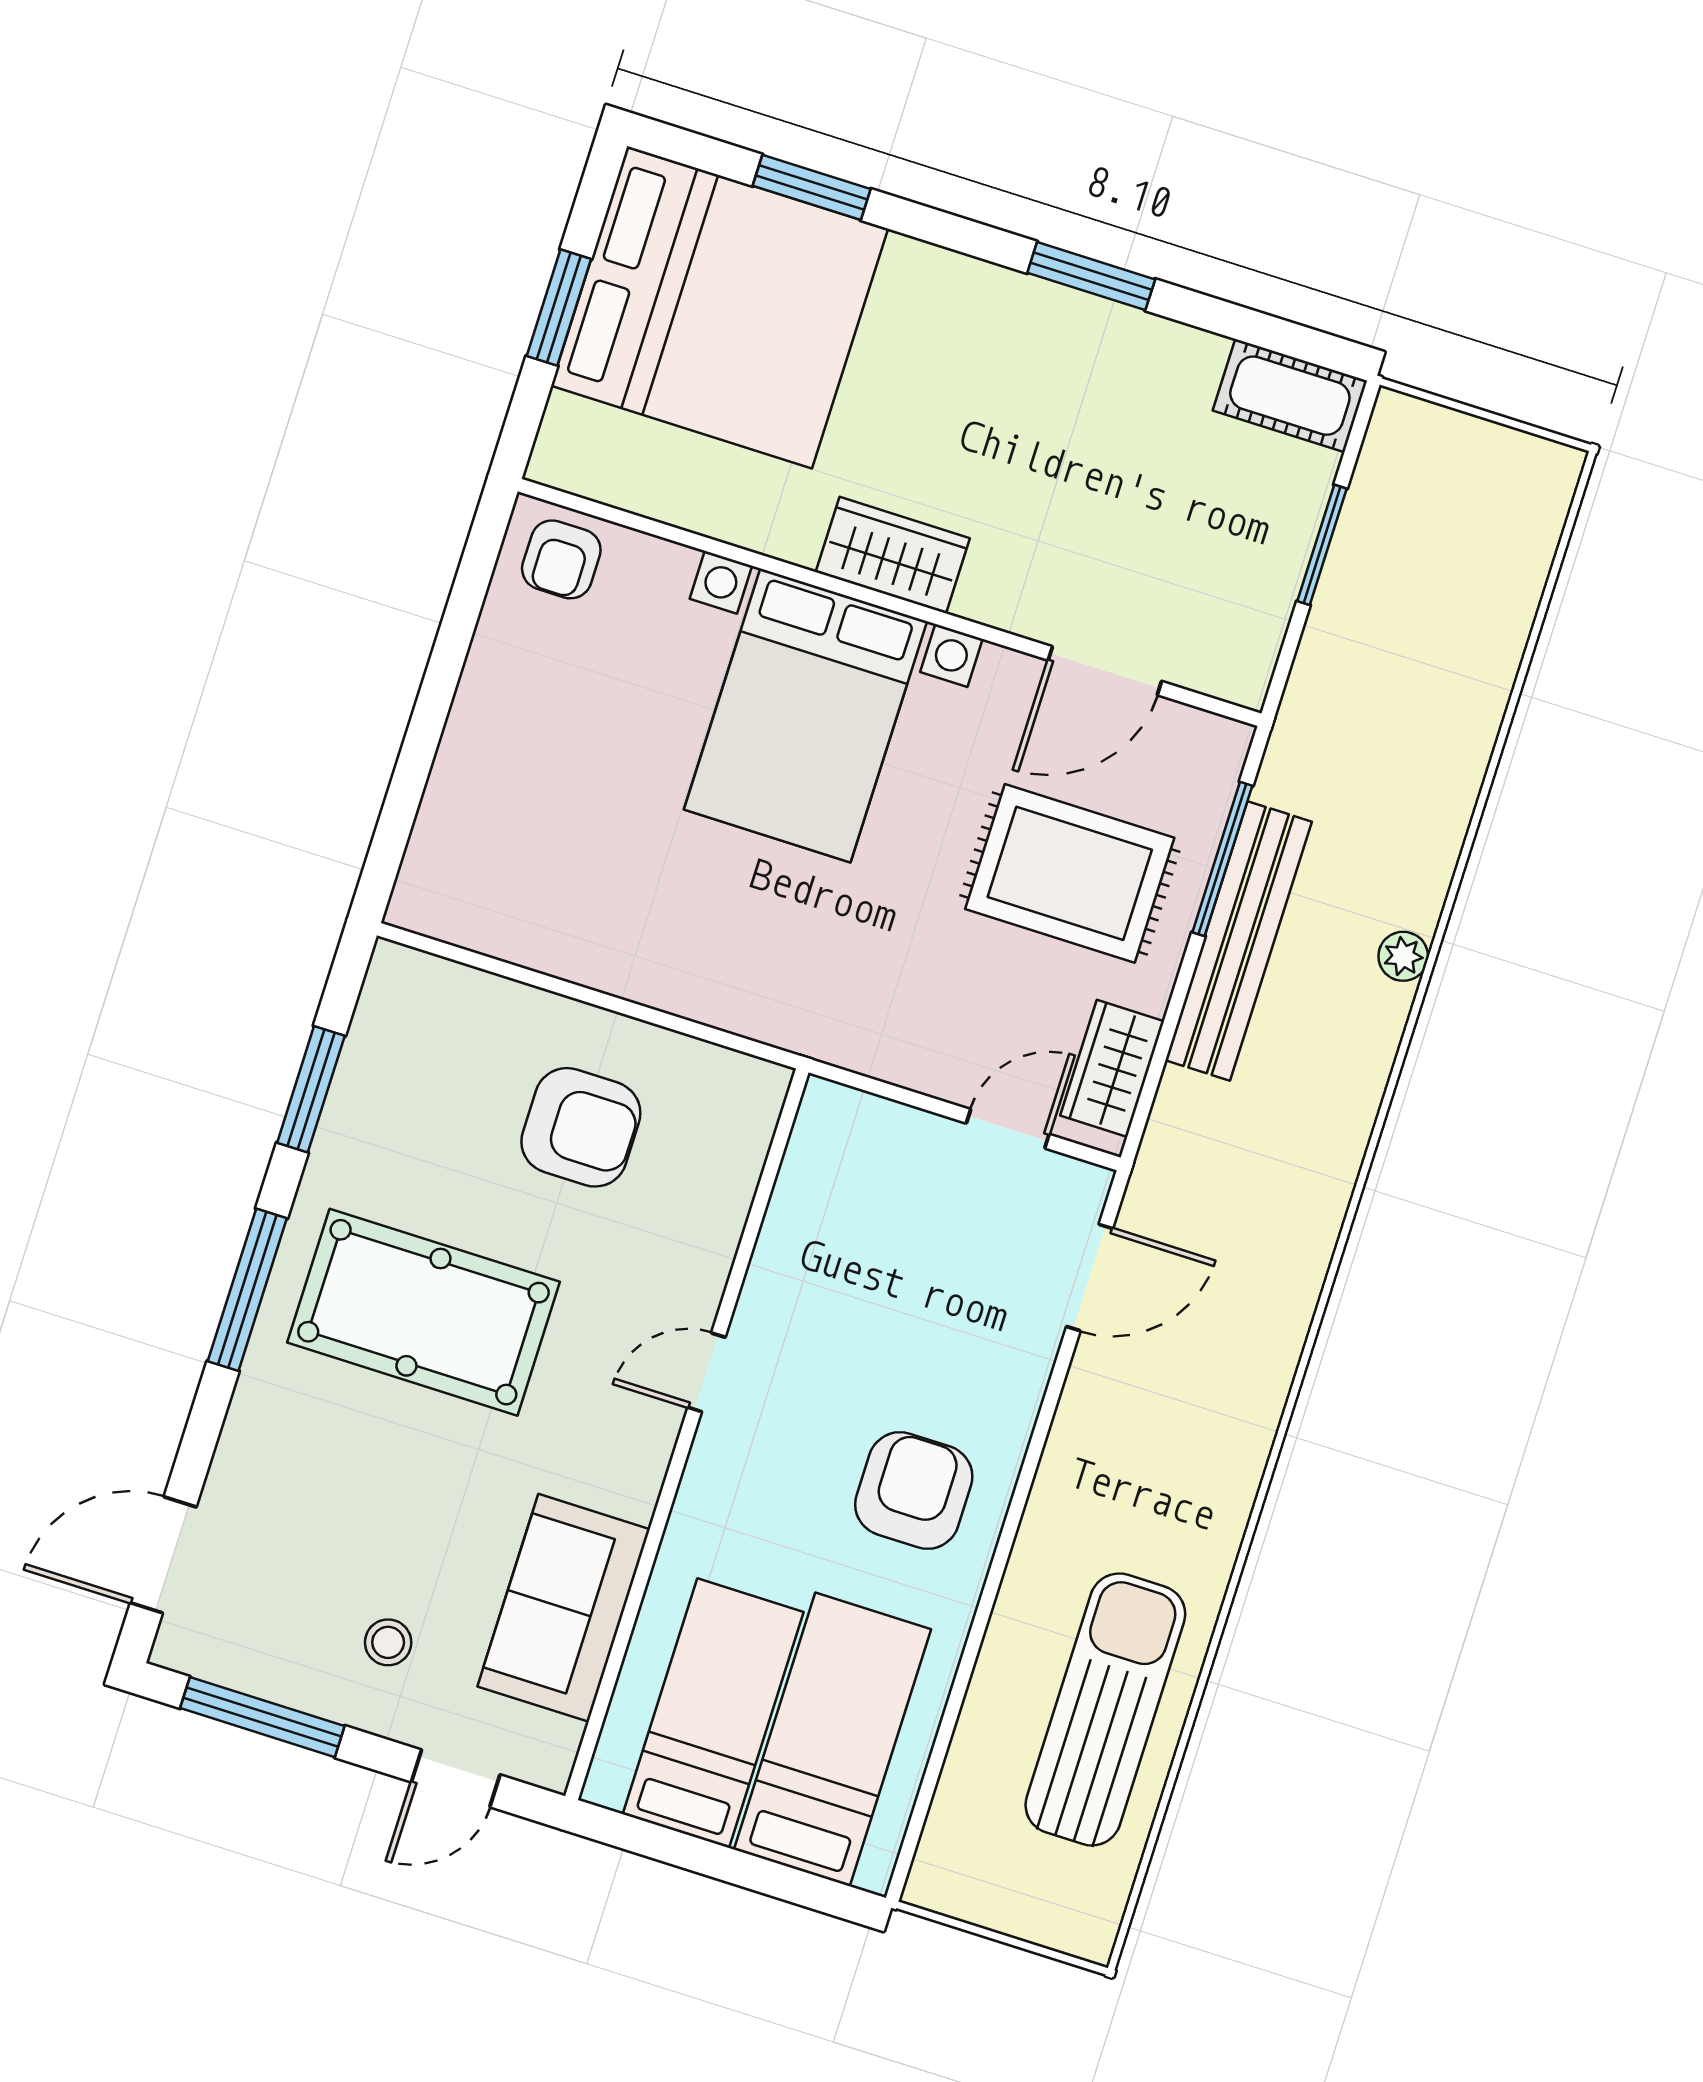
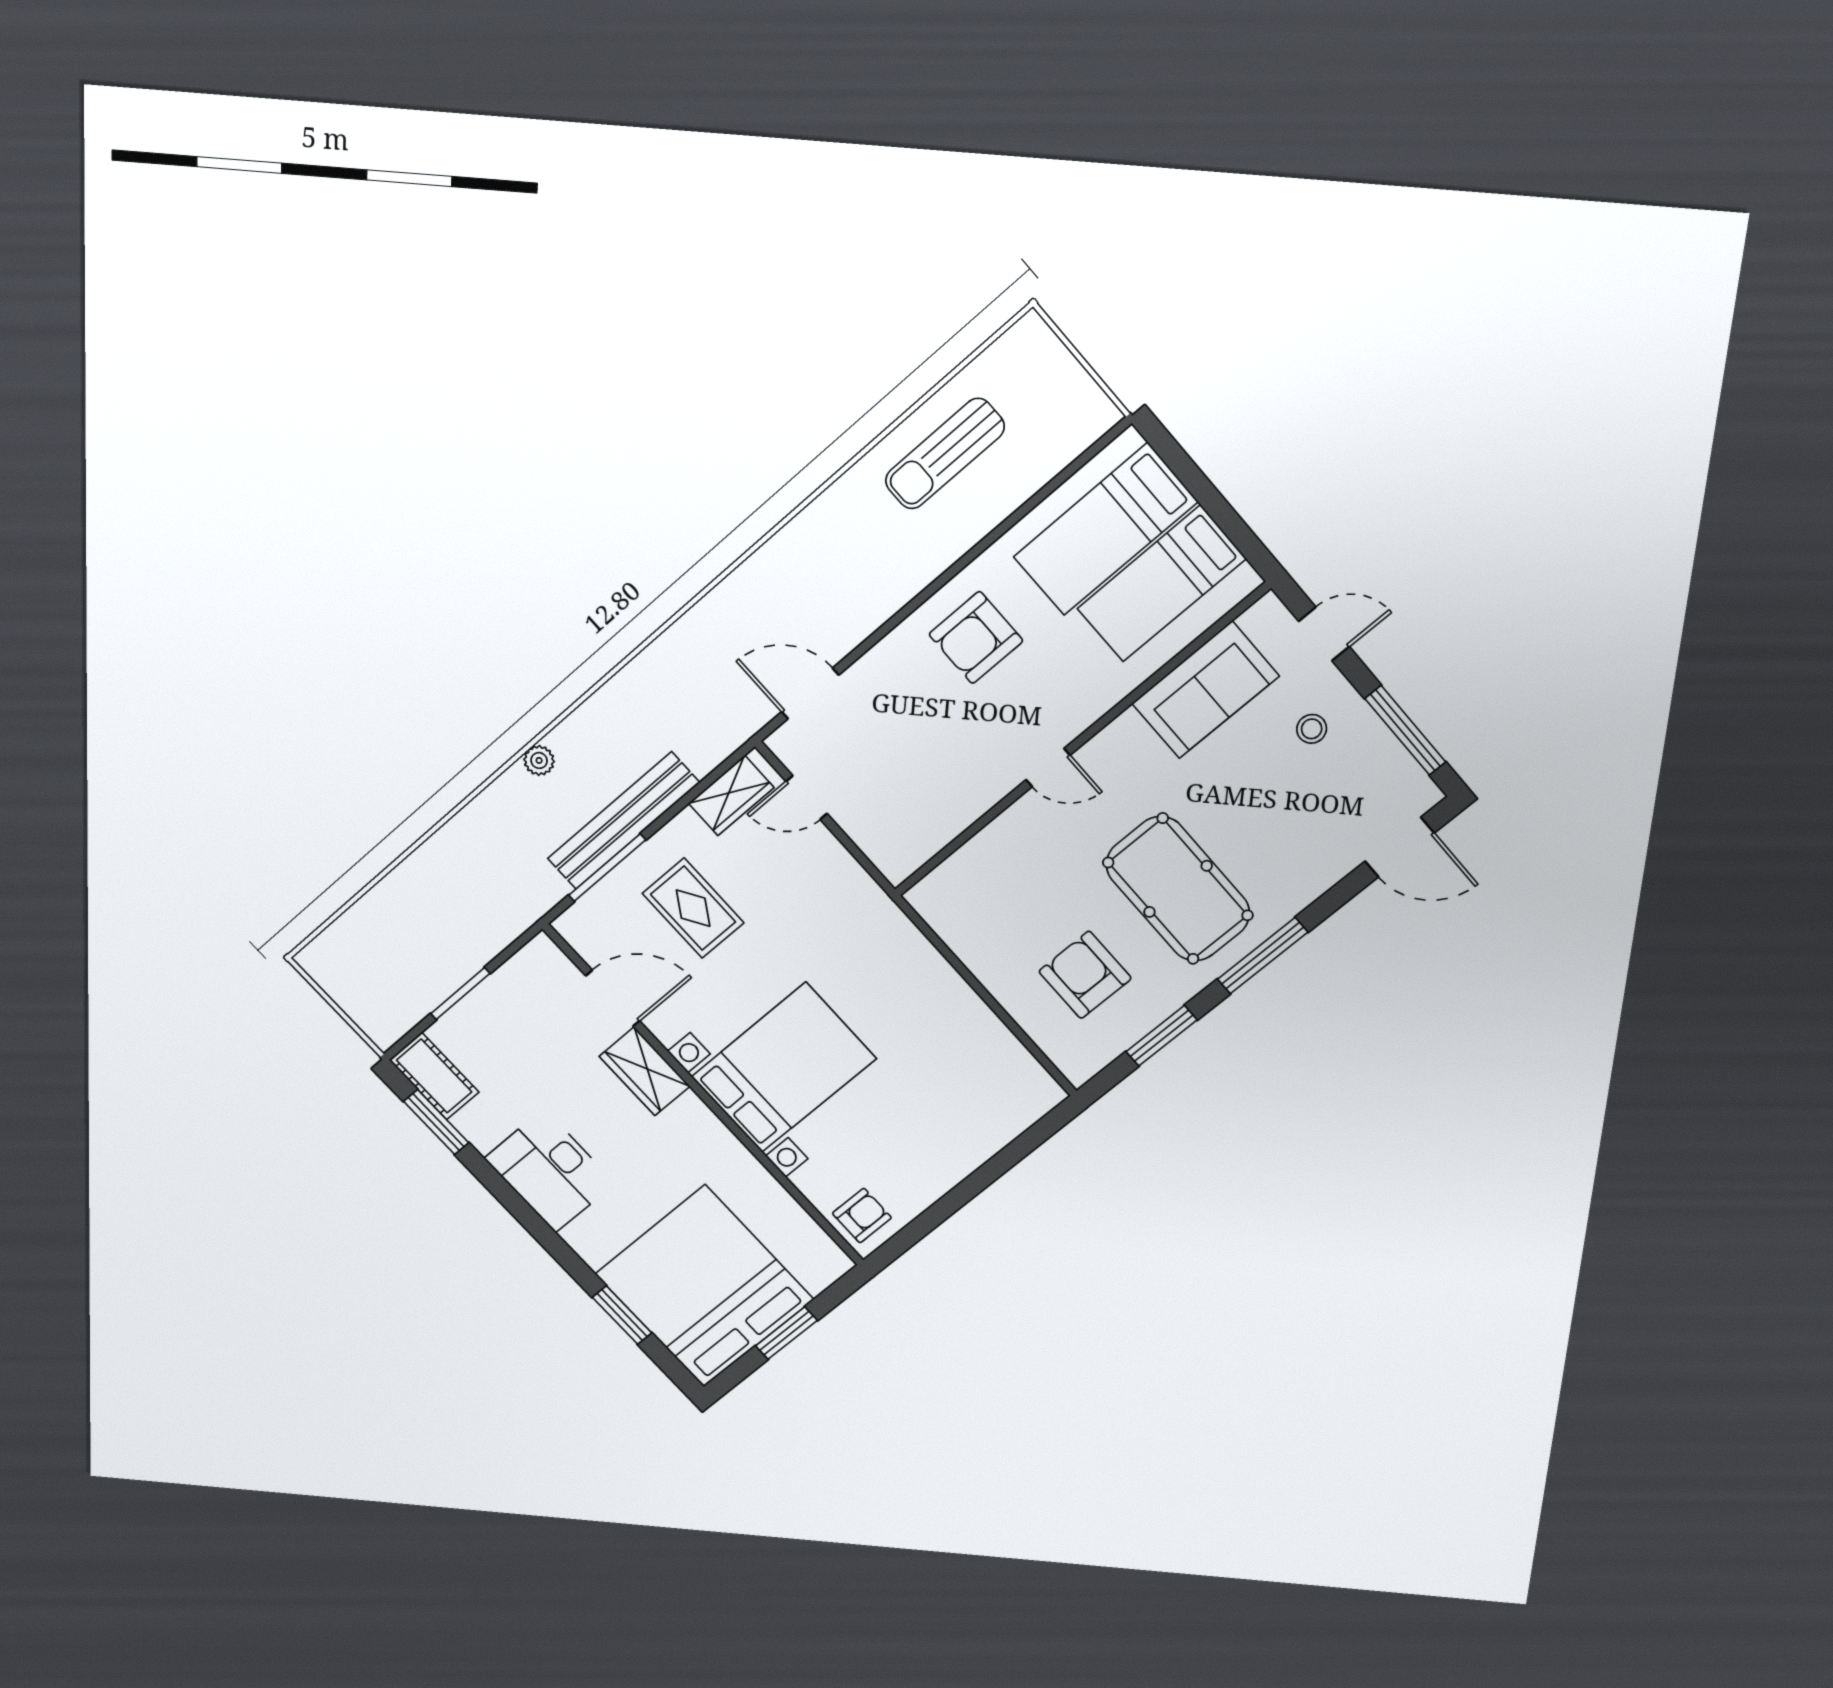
window: (1091, 276) -> (436, 1122), moved
desk: (1044, 351) -> (550, 1171), added
wardrobe: (893, 555) -> (645, 1071), moved
rug: (1070, 873) -> (693, 908), width x0.73, depth x0.70
armchair: (581, 1127) -> (1085, 975), moved
sun lounger: (1105, 1709) -> (945, 454), width x0.73, depth x0.75

